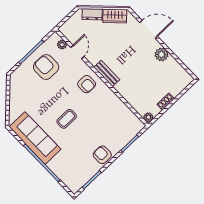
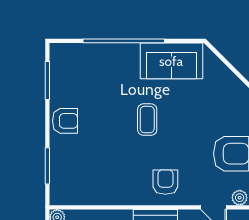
armchair: (87, 84) -> (165, 182), turned 90
sofa: (35, 138) -> (171, 61), width x0.73

